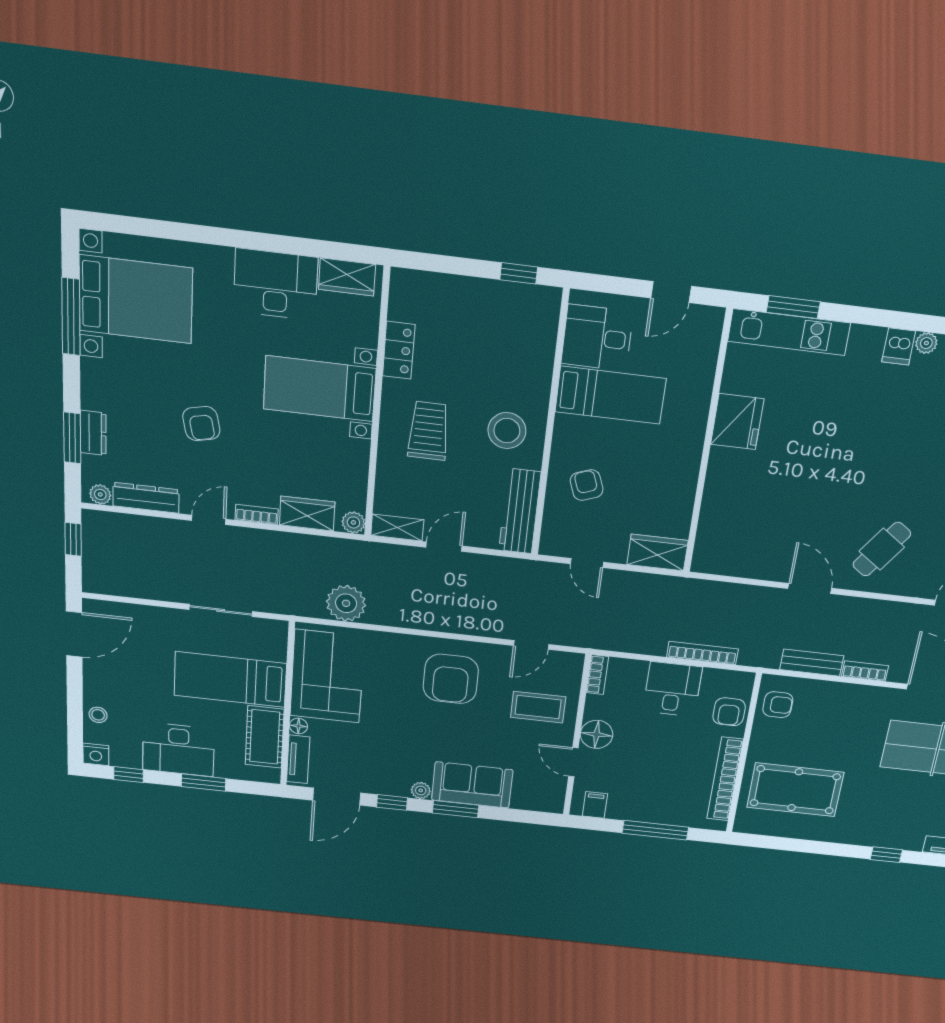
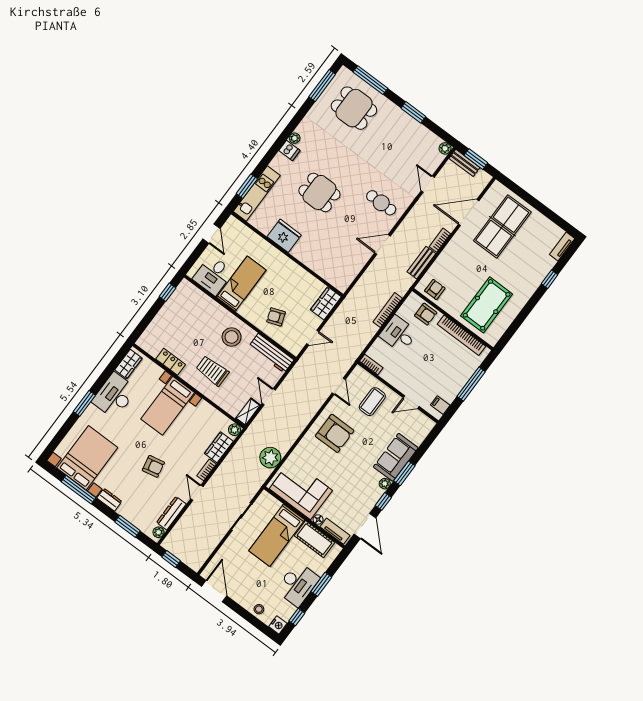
window: (226, 237) -> (84, 403), added
dresser: (93, 433) -> (109, 500), moved
dining table: (847, 439) -> (319, 192), added
cafe table: (882, 549) -> (381, 203), turned -35
floor lamp: (597, 734) -> (402, 383), removed

